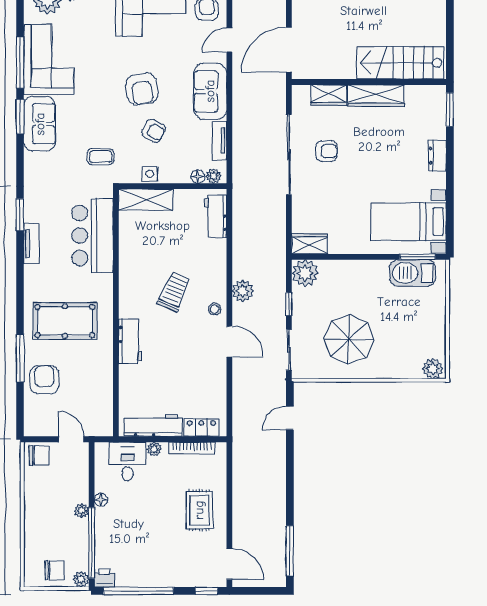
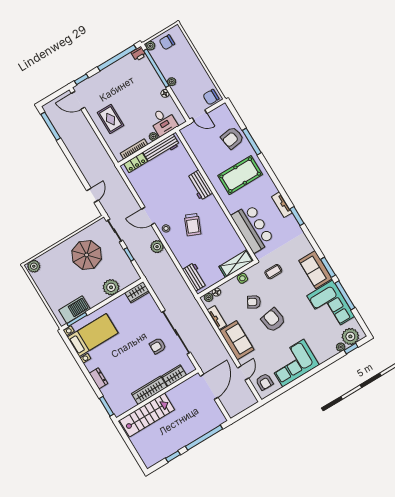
plant: (305, 273) -> (111, 287), moved
armchair: (44, 380) -> (232, 138), turned 81

